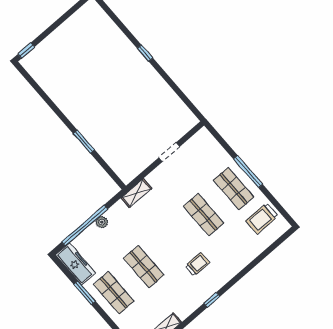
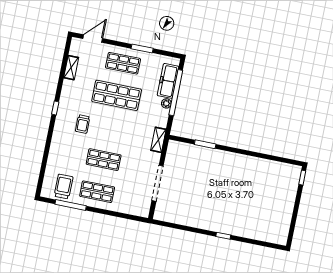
window: (84, 142) -> (205, 144), moved
doorway: (169, 152) -> (158, 183), width x1.87
window: (248, 172) -> (71, 205), moved
freezer: (76, 264) -> (168, 81), moved, turned 90
shop shelf: (144, 267) -> (117, 95), width x1.43, depth x1.36

